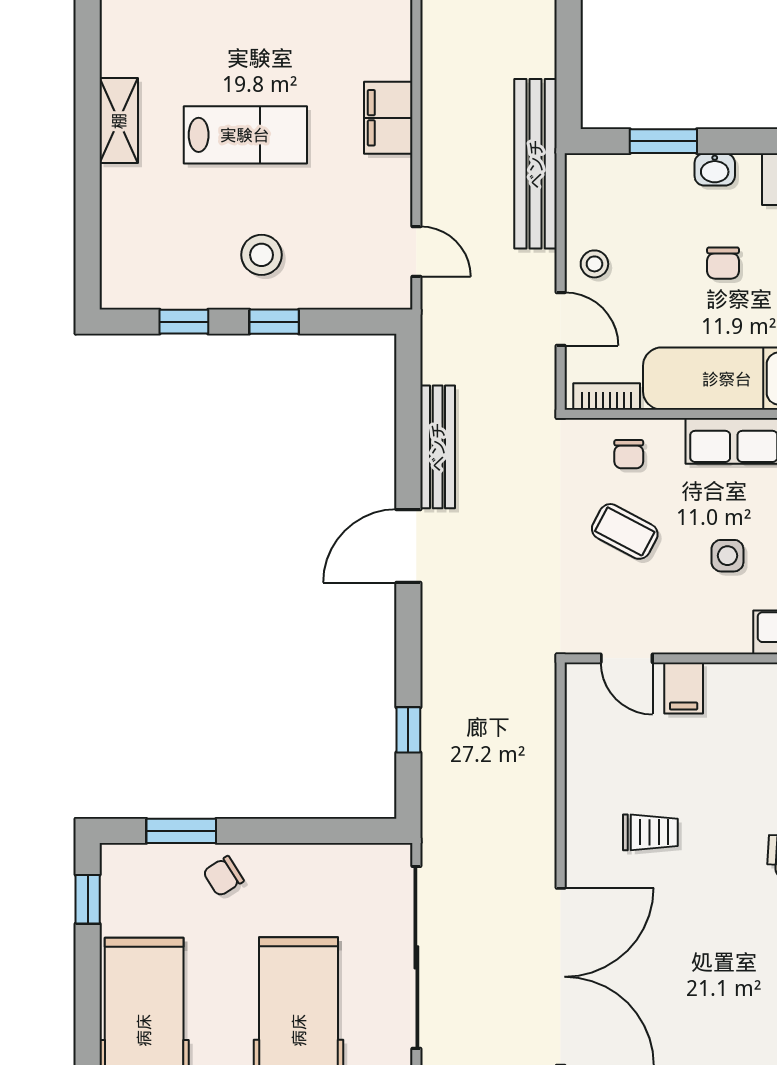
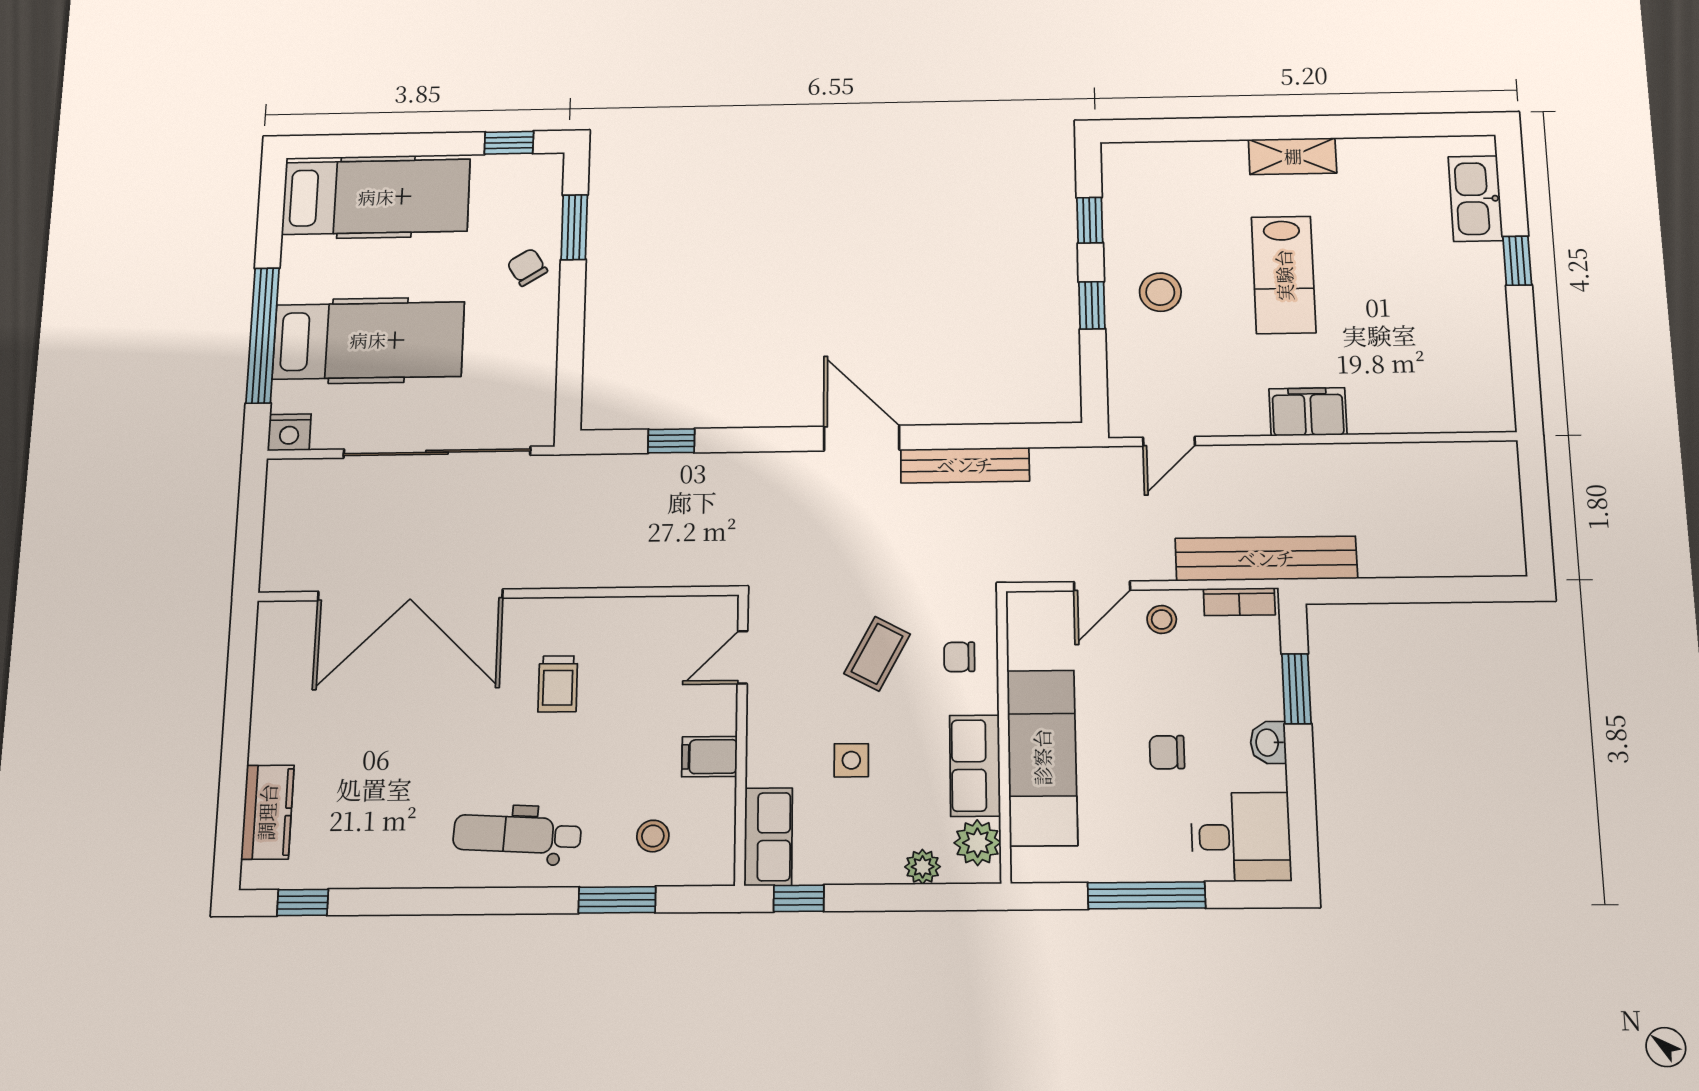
bookcase: (607, 396) -> (1239, 602), moved, turned 90
filing cabinet: (684, 688) -> (709, 757), moved

